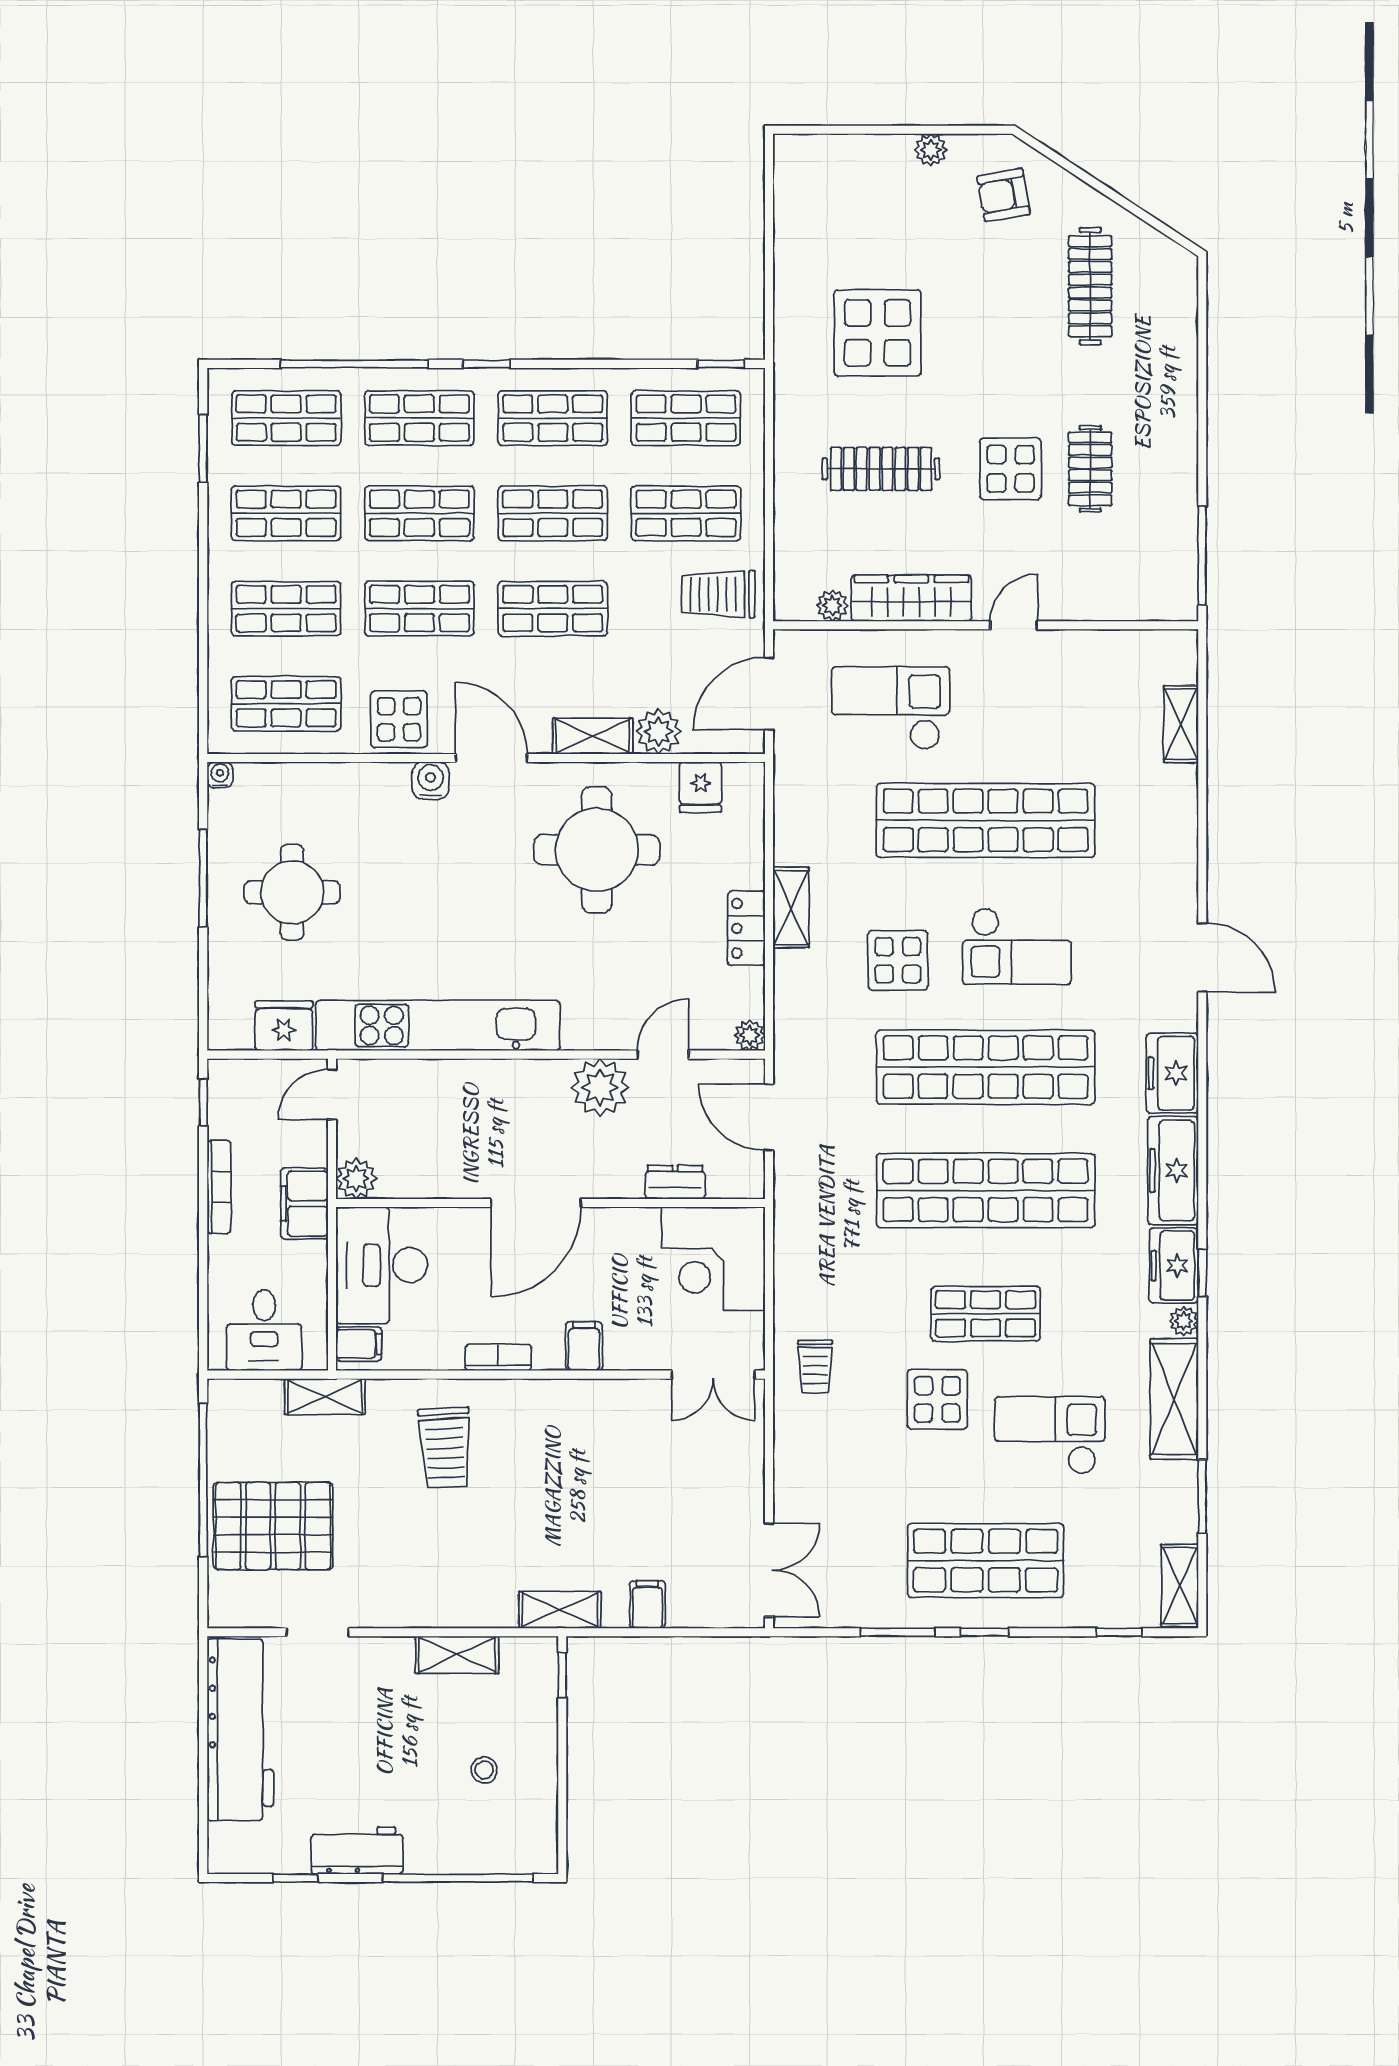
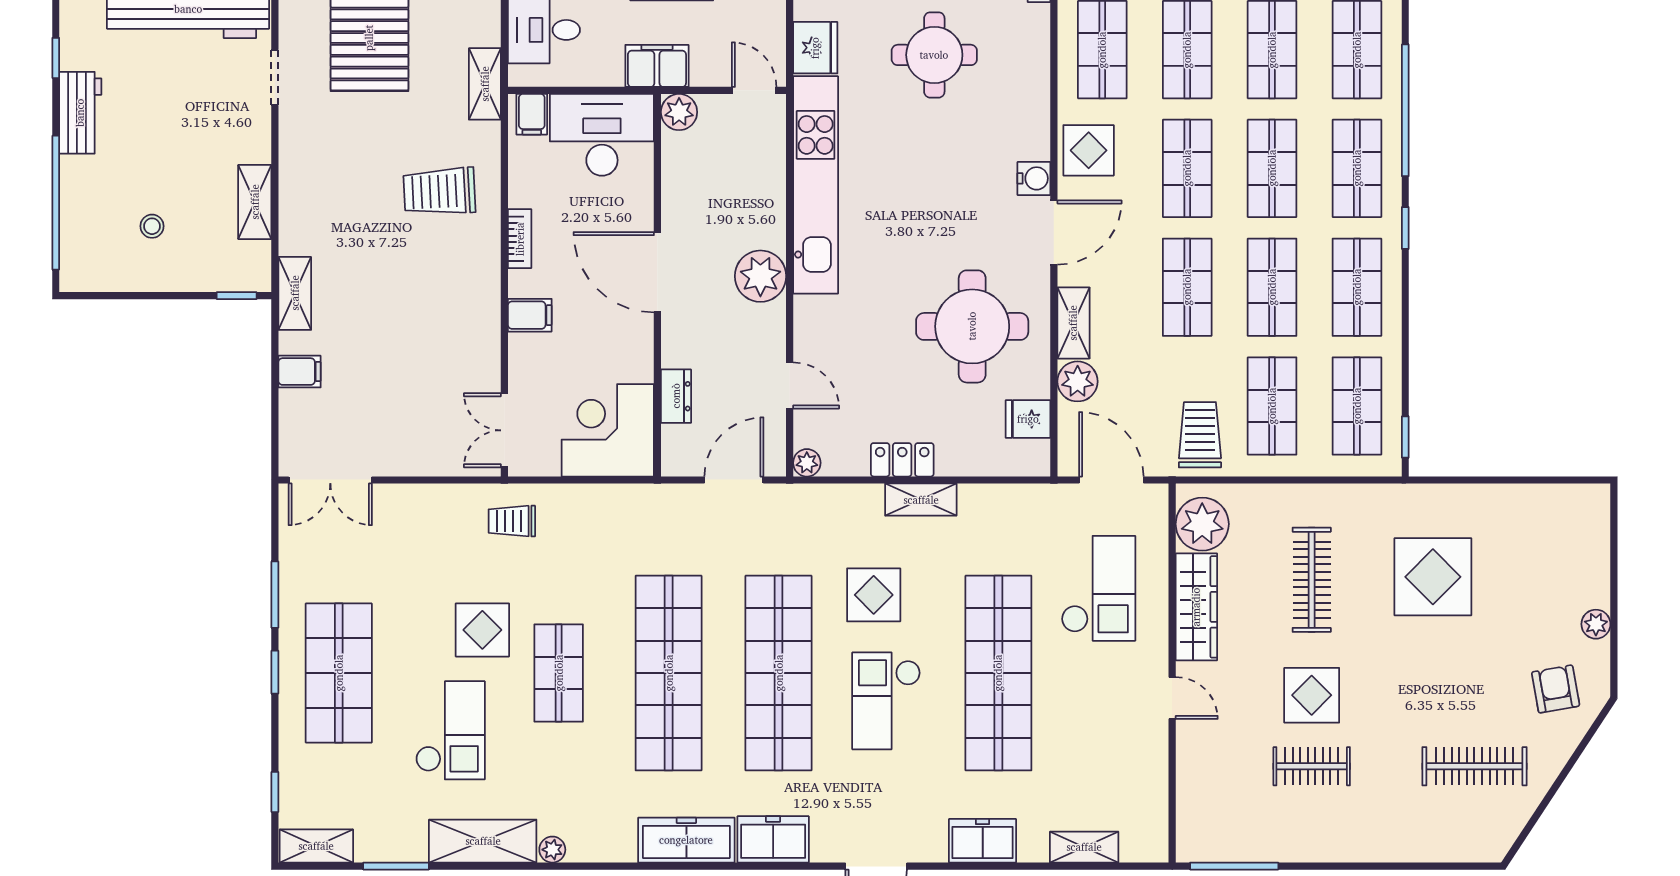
plant: (832, 606) -> (1202, 524), width x1.87, depth x1.87
plant: (600, 1087) -> (760, 276), moved
freezer: (1174, 1266) -> (983, 841), moved
window: (1202, 1273) -> (595, 866), removed

